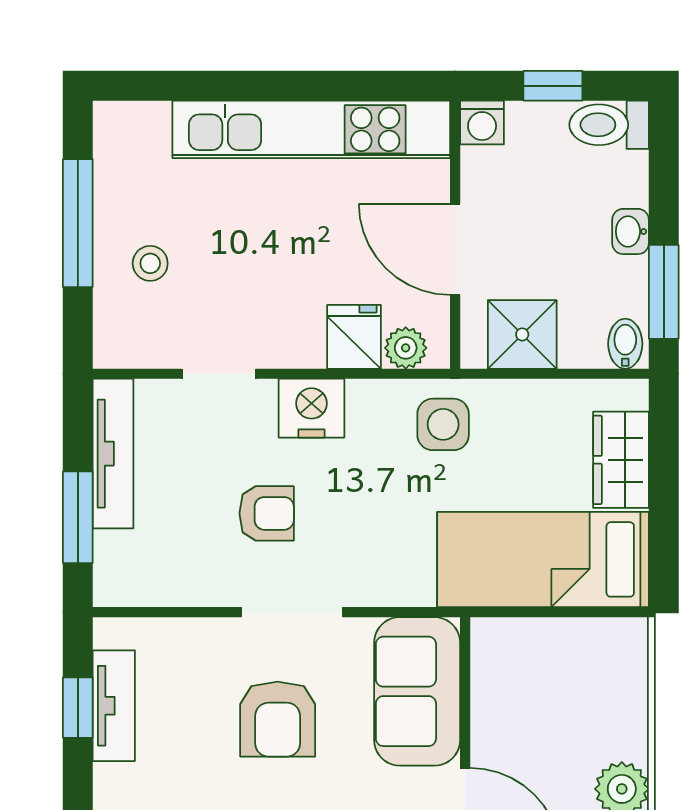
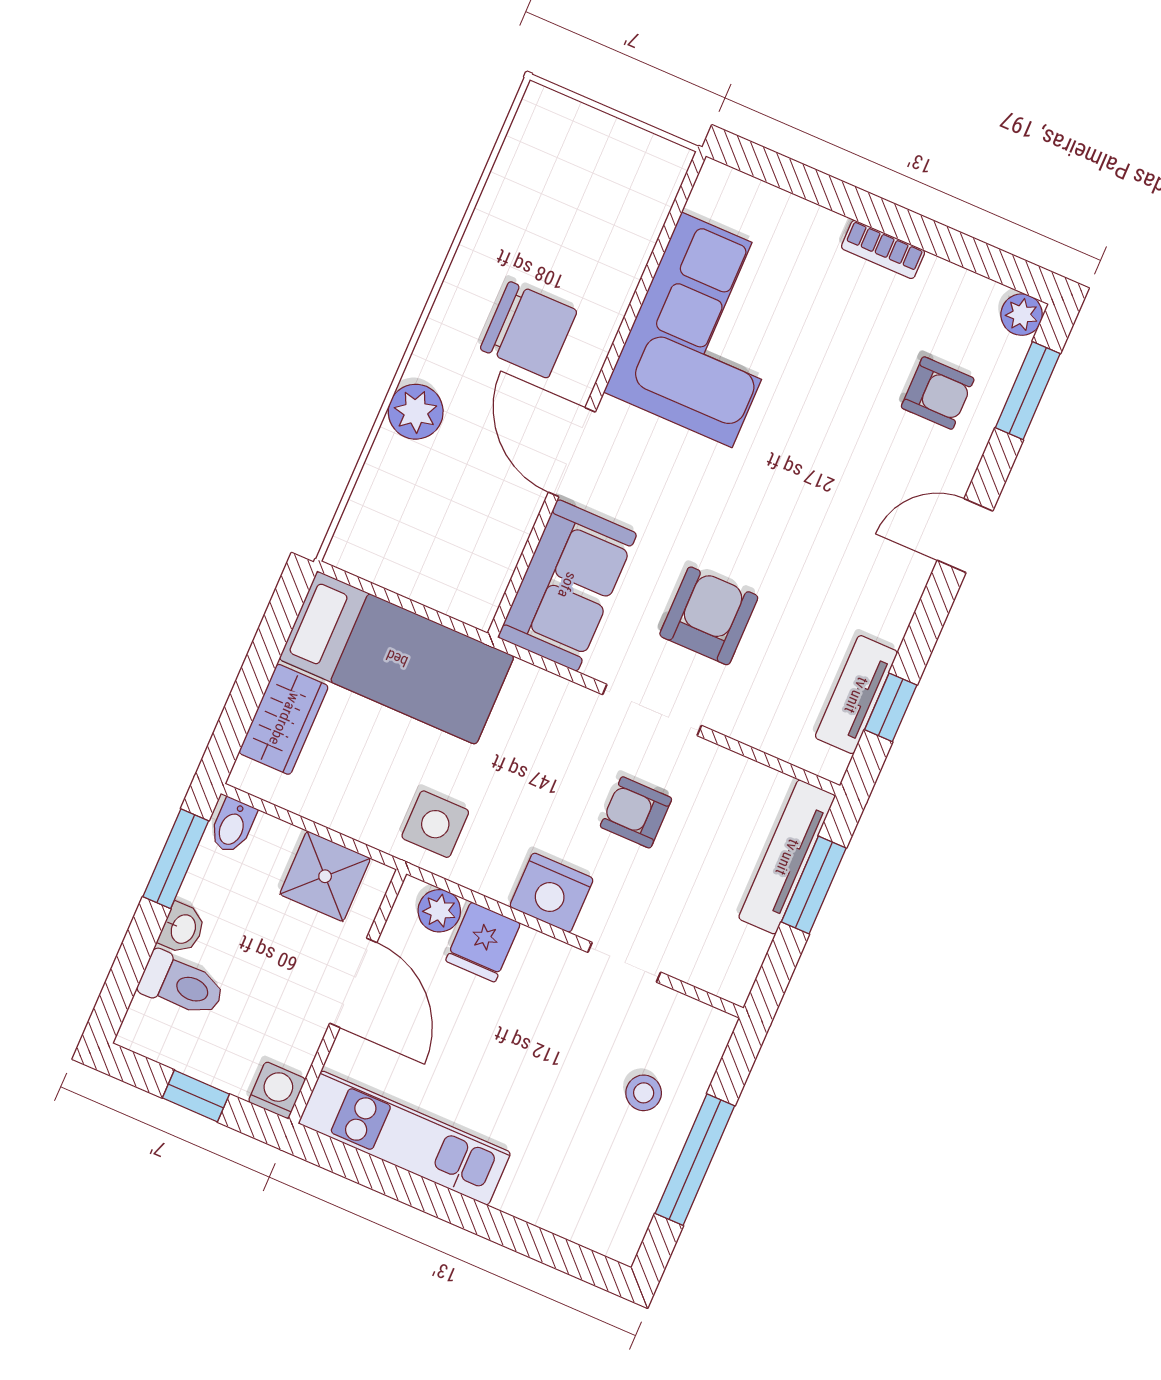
toilet: (609, 125) -> (182, 985), moved
kitchen unit: (311, 129) -> (405, 1138), width x0.73
tv unit: (113, 454) -> (787, 857), moved

